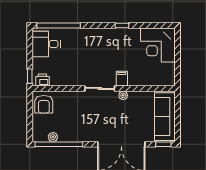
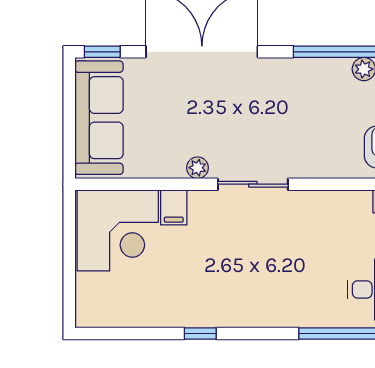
corner desk: (158, 45) -> (118, 230), moved, turned 90
filing cabinet: (122, 79) -> (174, 207), moved

